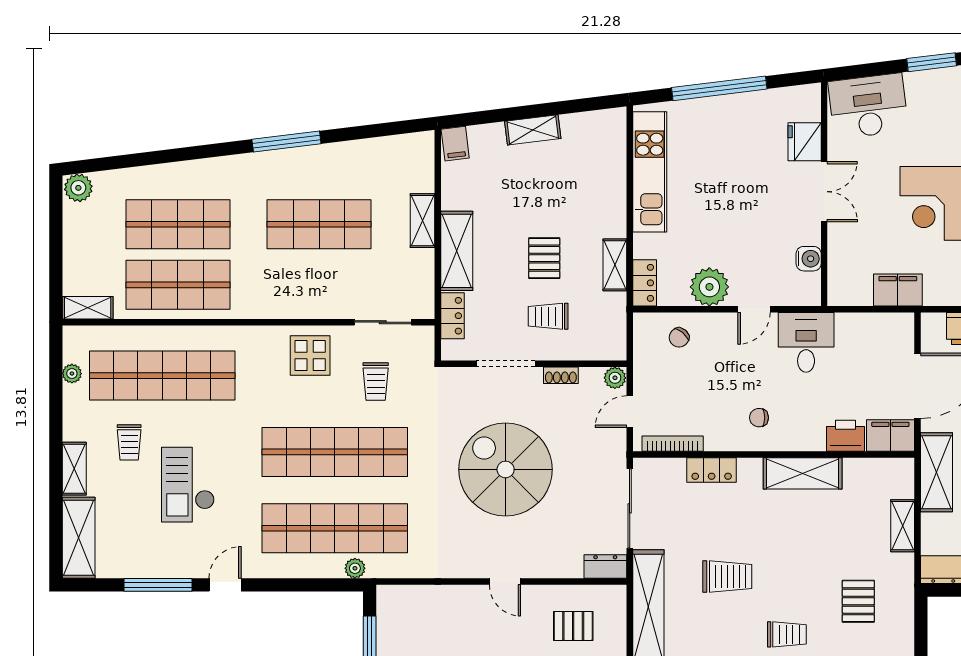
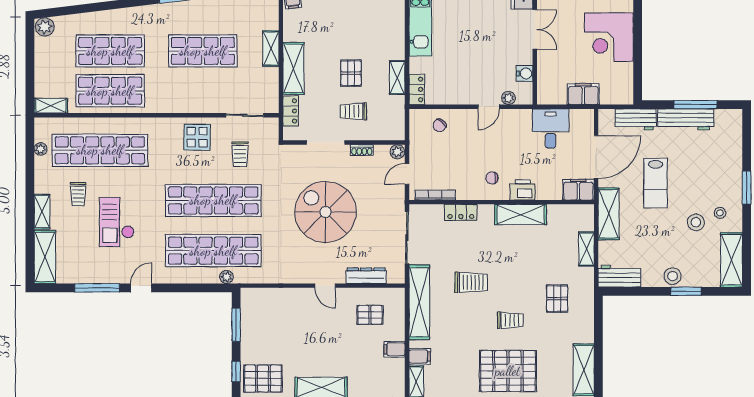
plant: (709, 287) -> (508, 98), moved, width x0.53, depth x0.53
desk: (806, 342) -> (550, 128), moved
printer: (846, 436) -> (523, 190), moved
dresser: (605, 567) -> (366, 276), moved, width x1.44

